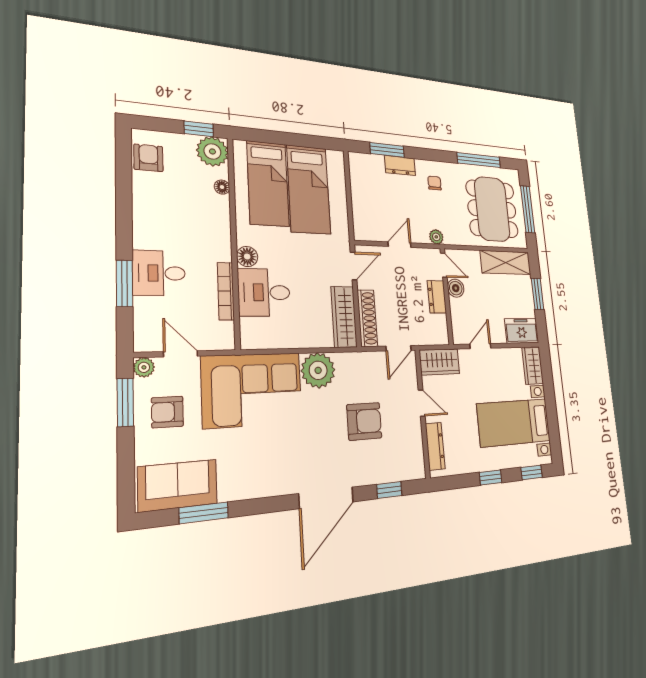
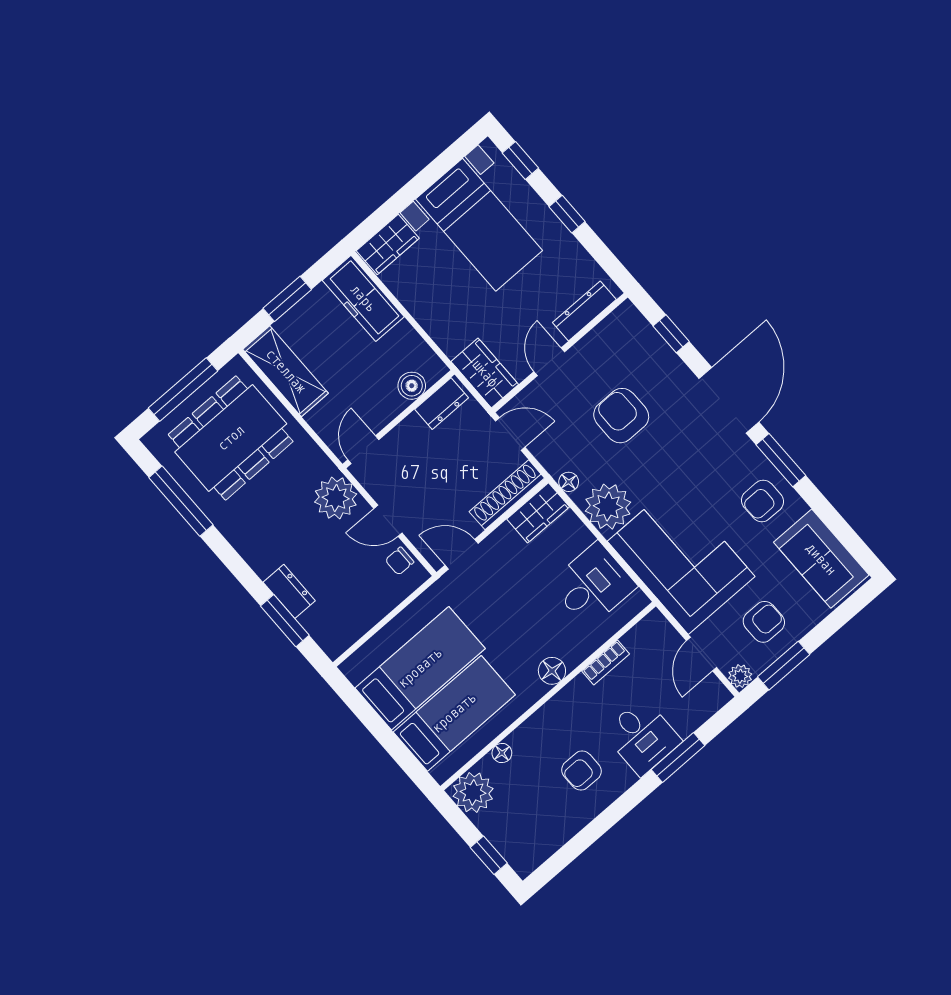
window: (199, 129) -> (489, 855), moved
armchair: (148, 158) -> (582, 771), moved
chair: (434, 183) -> (400, 561), moved
plant: (436, 237) -> (336, 498), width x1.87, depth x1.87
boiler: (456, 288) -> (412, 386), moved
bookcase: (226, 291) -> (606, 662), width x0.64
desk: (264, 292) -> (593, 585), moved, turned -90
dresser: (437, 297) -> (442, 404), moved
wardrobe: (344, 317) -> (538, 513), width x0.67
freezer: (522, 331) -> (363, 298), width x1.40
door: (480, 346) -> (422, 333), removed
floor lamp: (349, 359) -> (569, 482), added
armchair: (167, 412) -> (764, 622), turned -90
armchair: (248, 473) -> (763, 501), added
door: (326, 498) -> (729, 400), hinge flipped
window: (204, 513) -> (781, 460), moved

